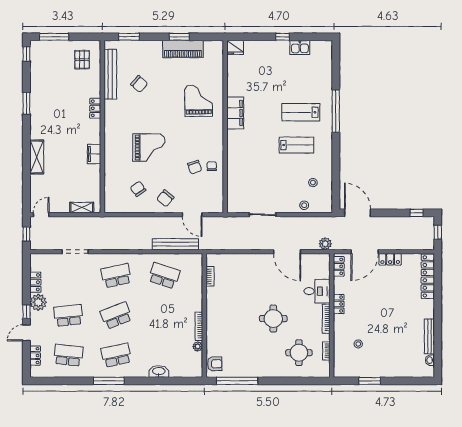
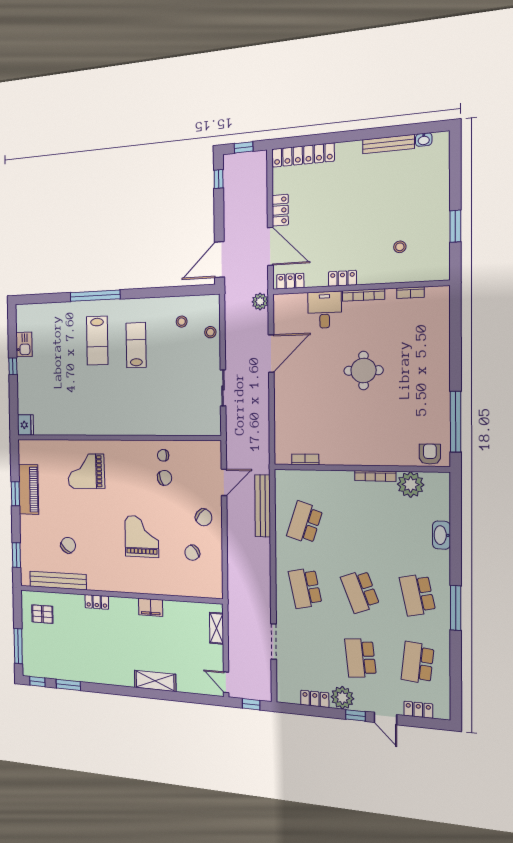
window: (26, 103) -> (68, 685), moved
filing cabinet: (235, 113) -> (99, 425), removed
plant: (198, 346) -> (411, 485), width x1.87, depth x1.87
round table: (299, 353) -> (413, 332), removed

